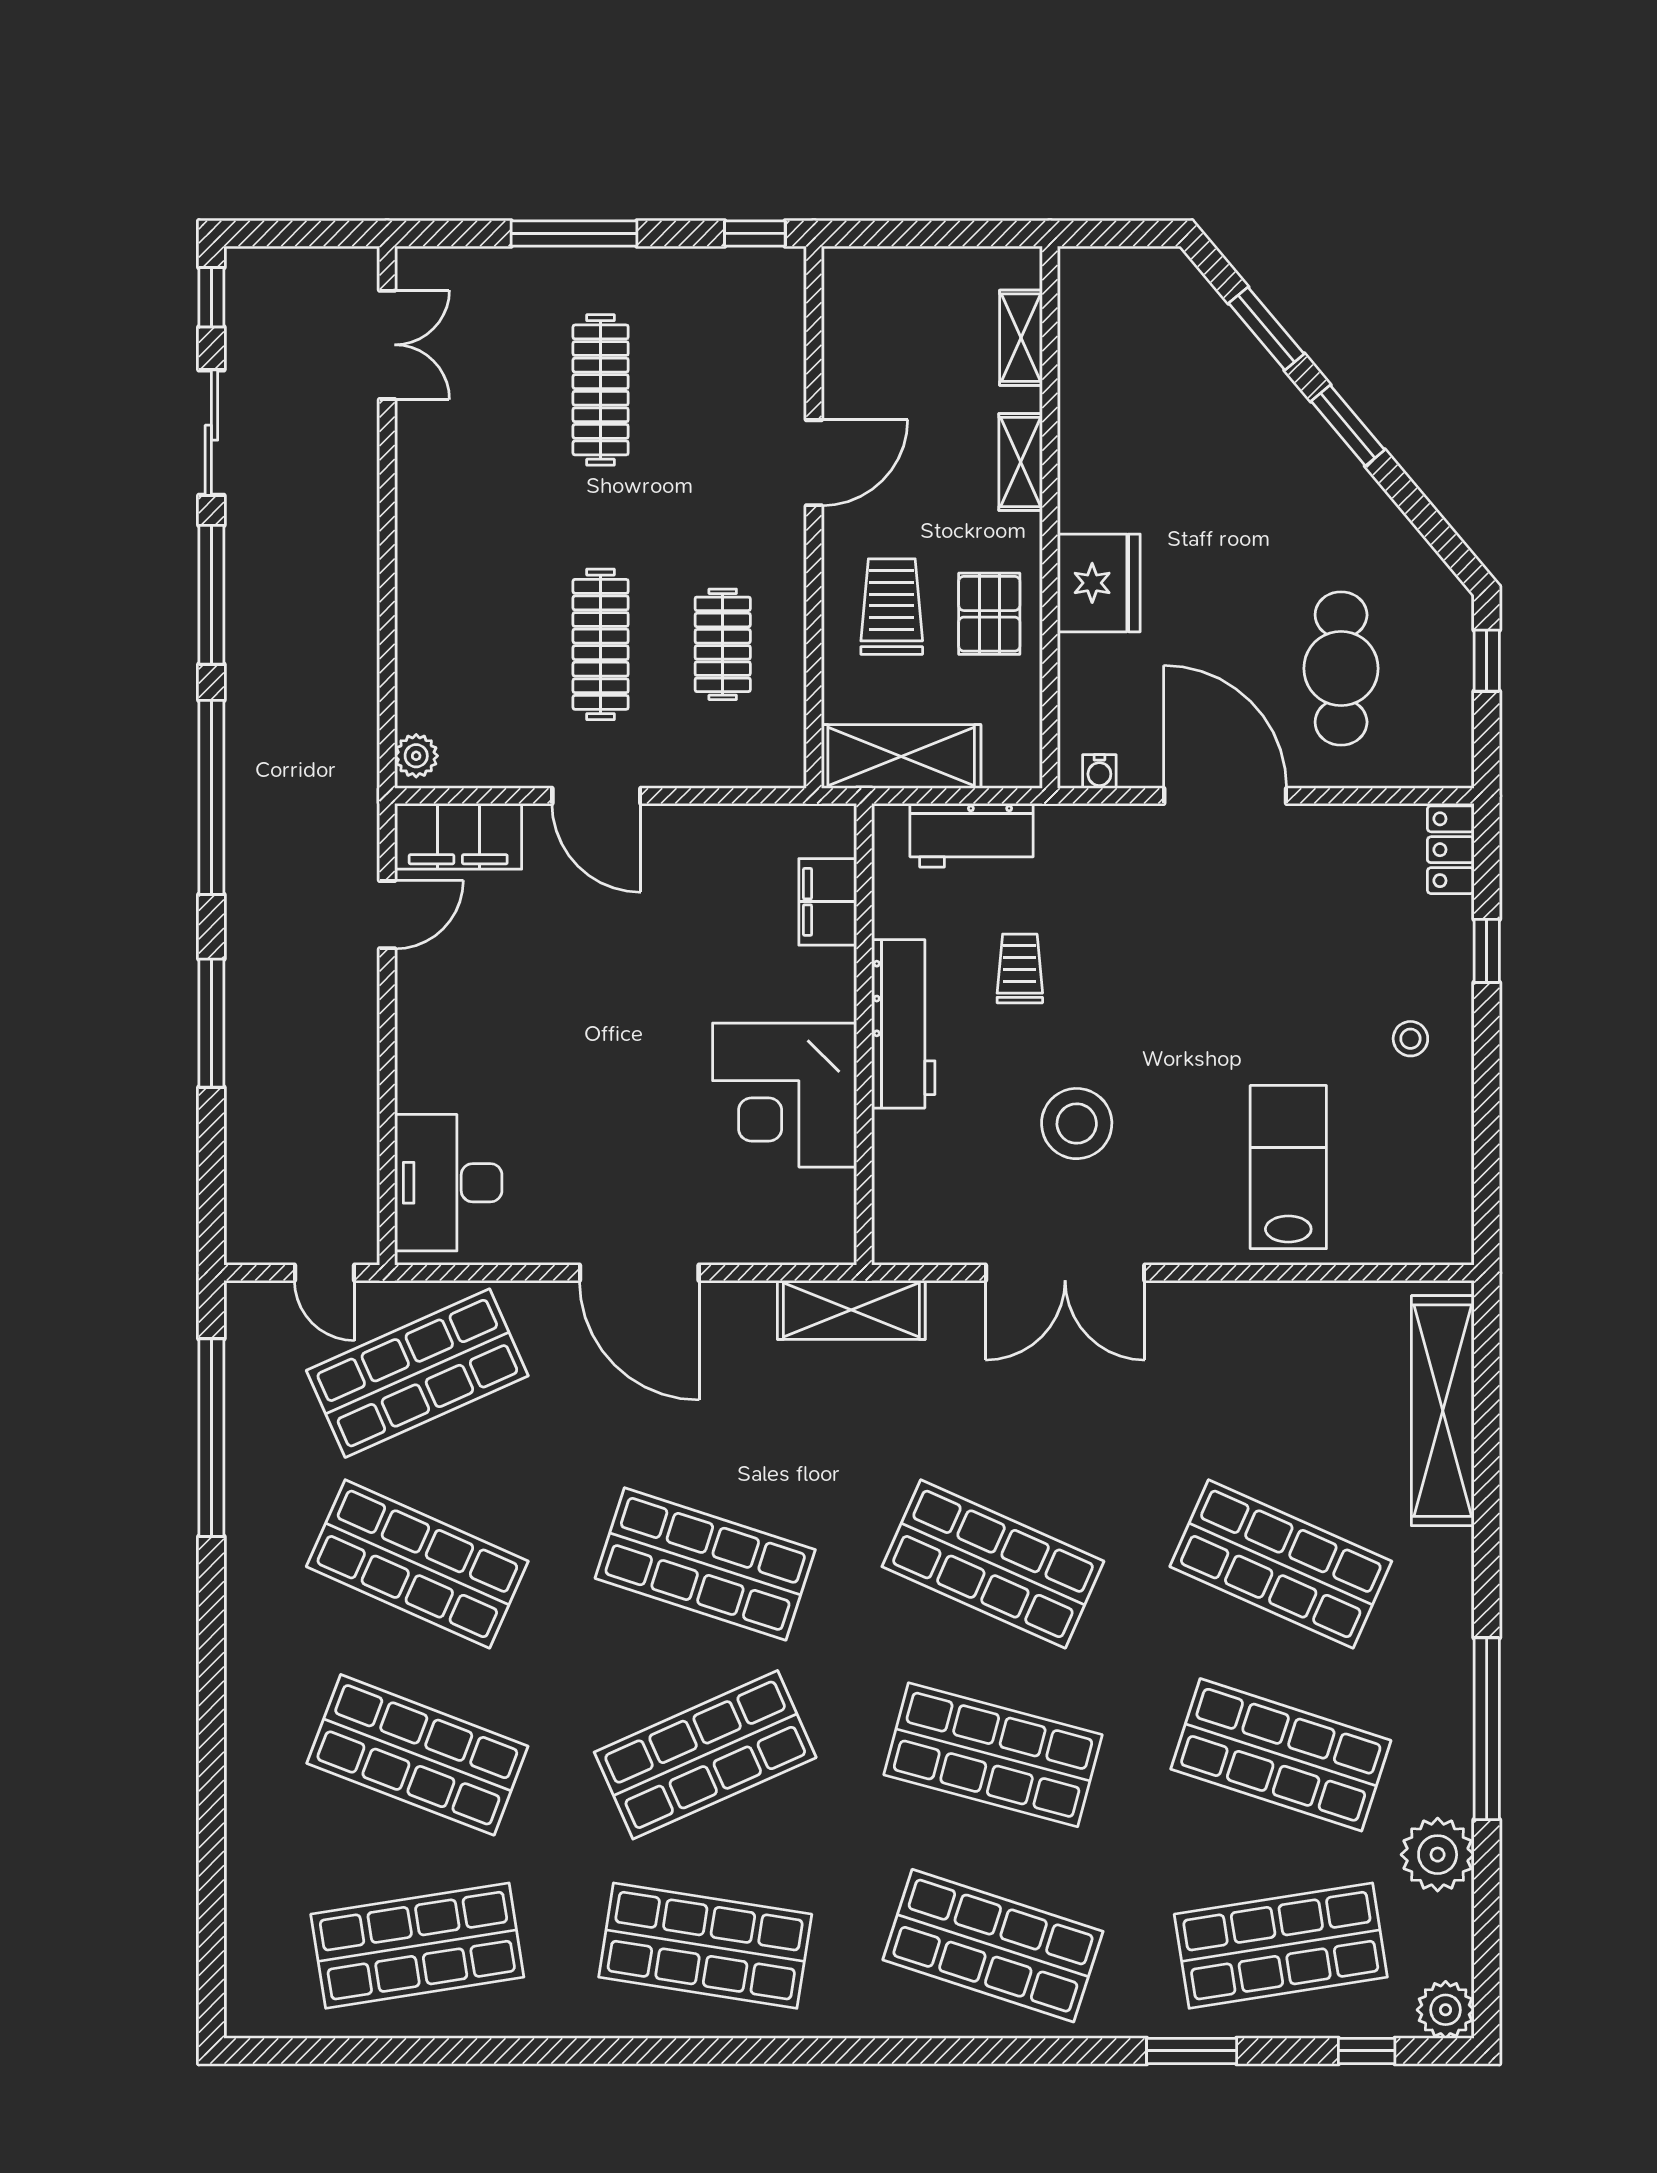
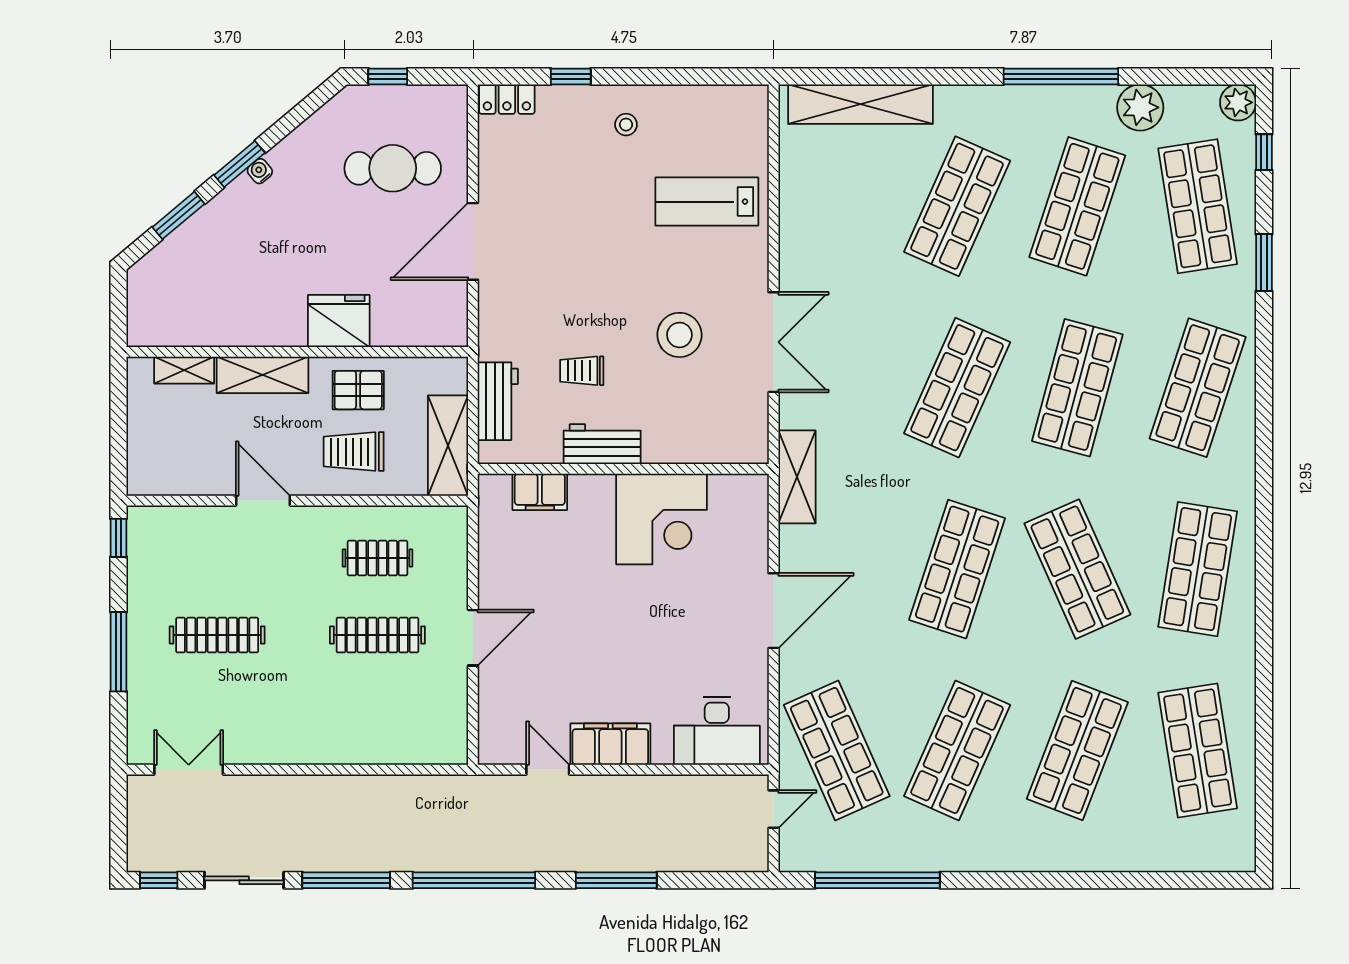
shelving: (1021, 462) -> (263, 375), width x1.50, depth x1.33
plant: (416, 756) -> (448, 751), removed
water cooler: (1099, 771) -> (260, 171), moved, turned -130
filing cabinet: (458, 836) -> (610, 744), moved, turned -90
workbench: (903, 1024) -> (602, 444), width x0.73

